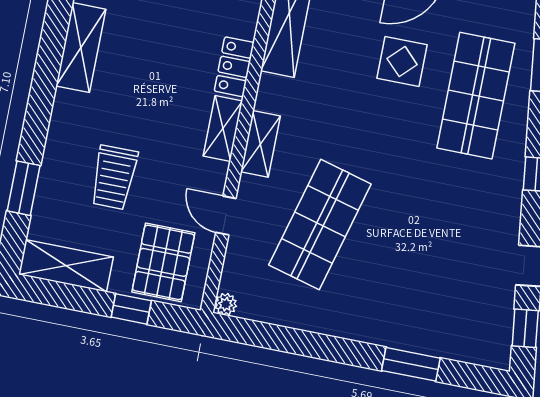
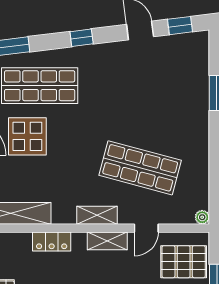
display table: (402, 62) -> (27, 136), width x1.36, depth x1.36
shelving: (223, 129) -> (107, 241), moved

